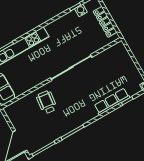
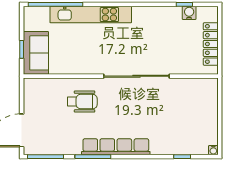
wheelchair: (47, 102) -> (82, 102), turned 83
row of seats: (112, 102) -> (116, 147), moved, width x1.36

